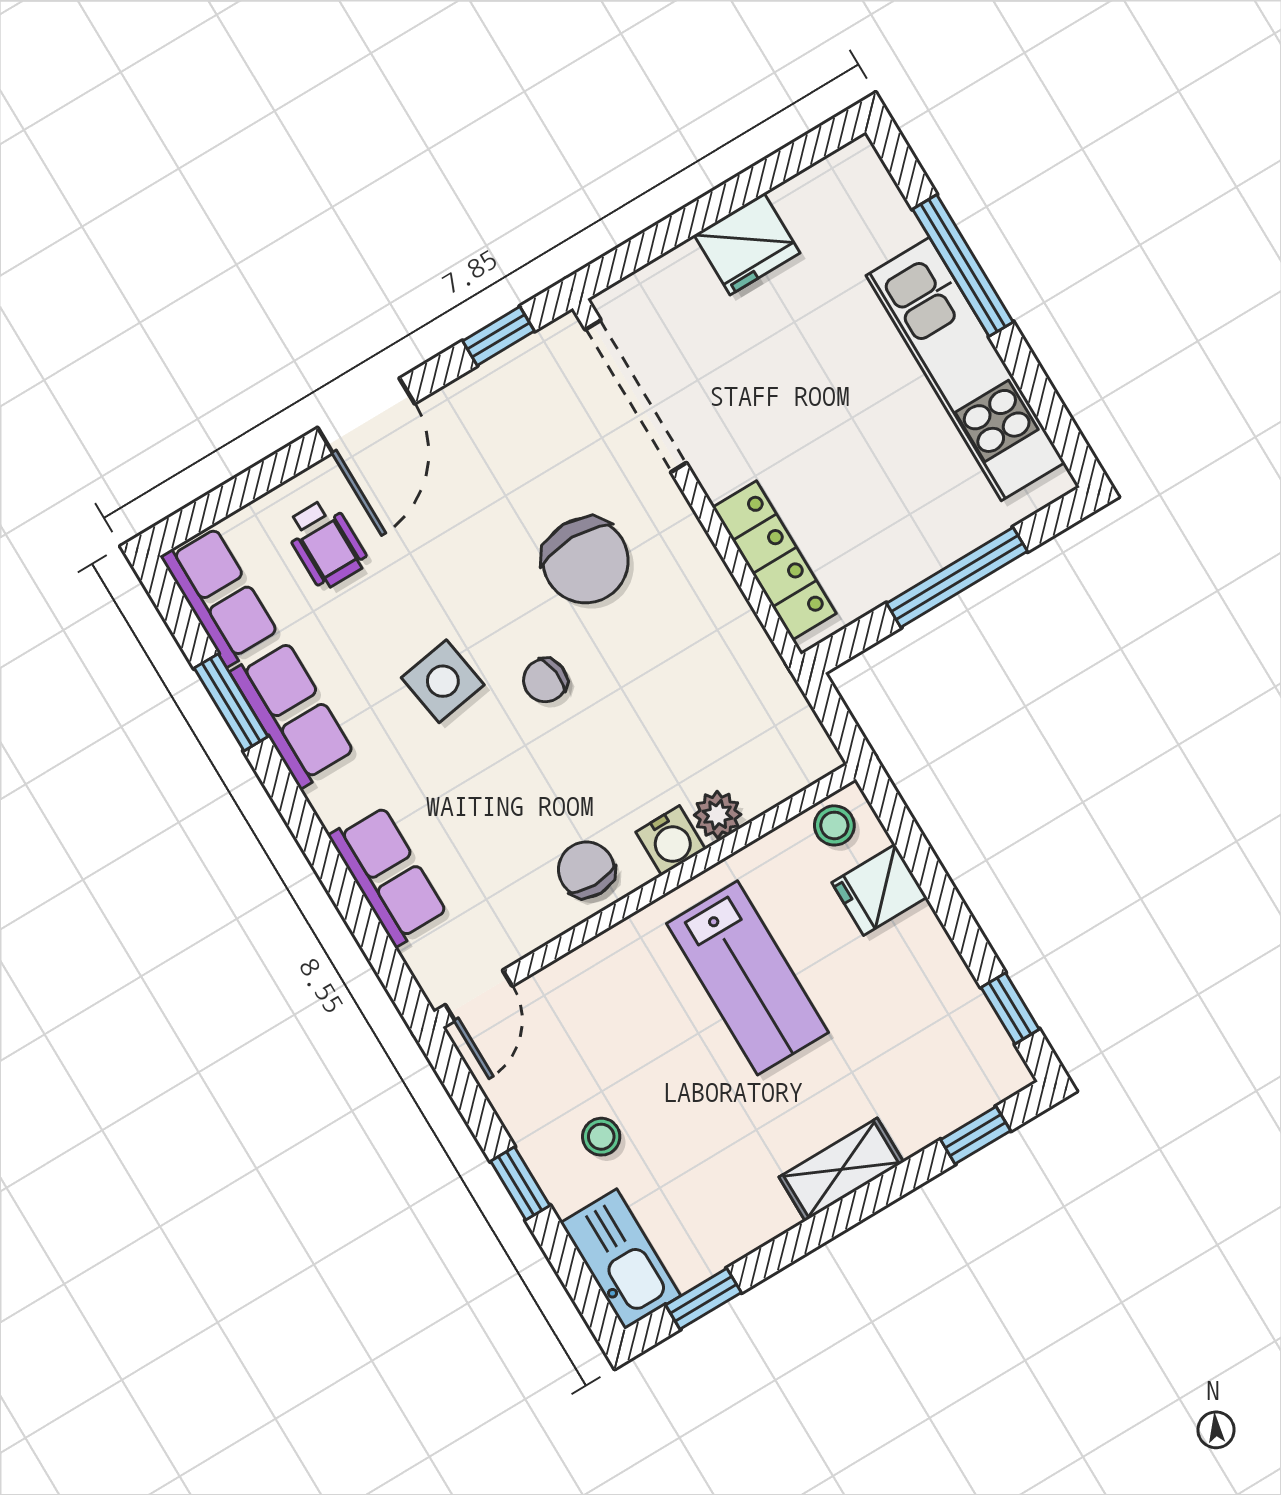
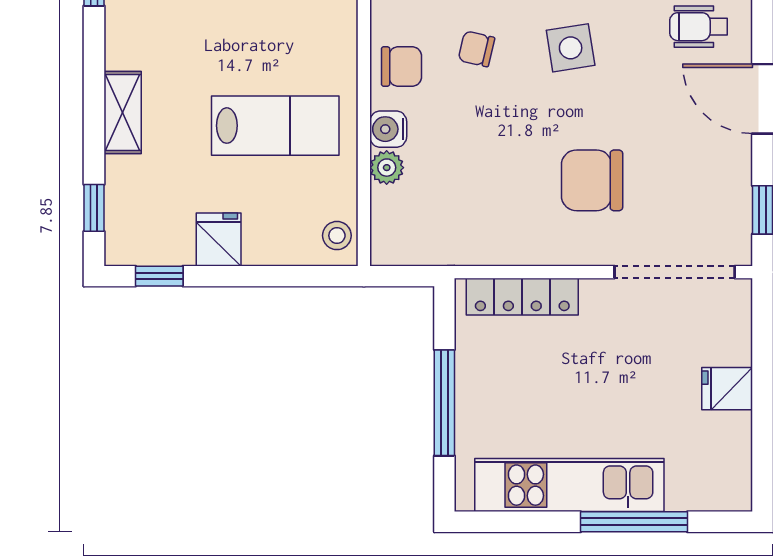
fridge: (747, 244) -> (727, 389), width x0.72
chair: (545, 680) -> (476, 49), moved, turned -70
fridge: (879, 890) -> (219, 239), moved
lab bench: (747, 978) -> (275, 126), turned 180

